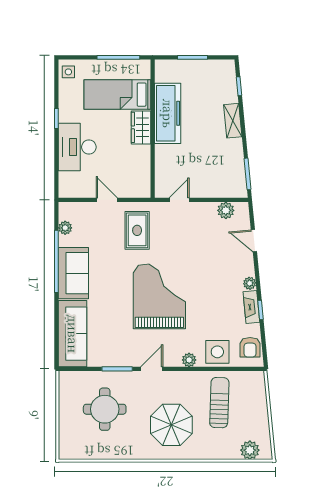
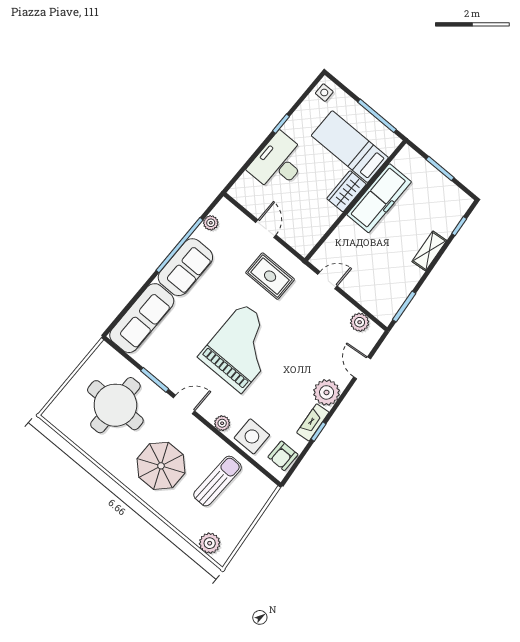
rug: (137, 230) -> (270, 276), turned 90
plant: (250, 283) -> (327, 392), width x1.88, depth x1.88
round table: (105, 409) -> (115, 405), width x1.36, depth x1.36

